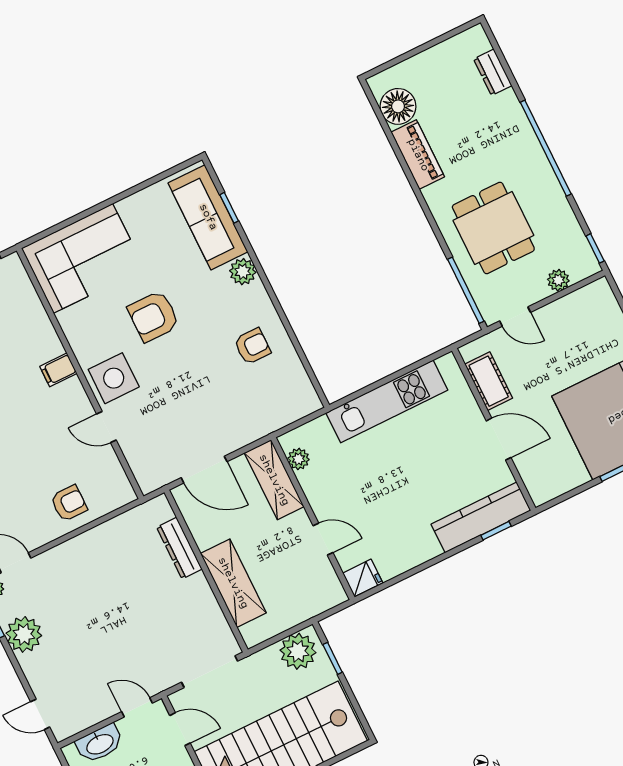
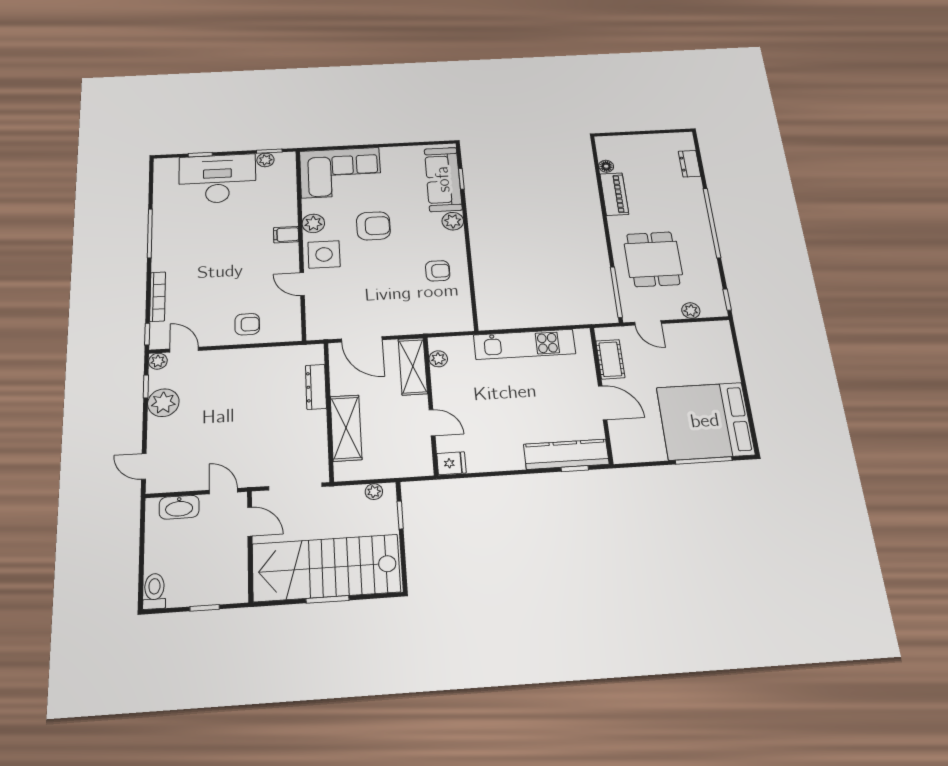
floor lamp: (398, 106) -> (606, 166), width x0.53, depth x0.53
armchair: (154, 316) -> (373, 226), turned 180
plant: (83, 342) -> (313, 223), added
plant: (298, 651) -> (374, 492), width x0.53, depth x0.53

